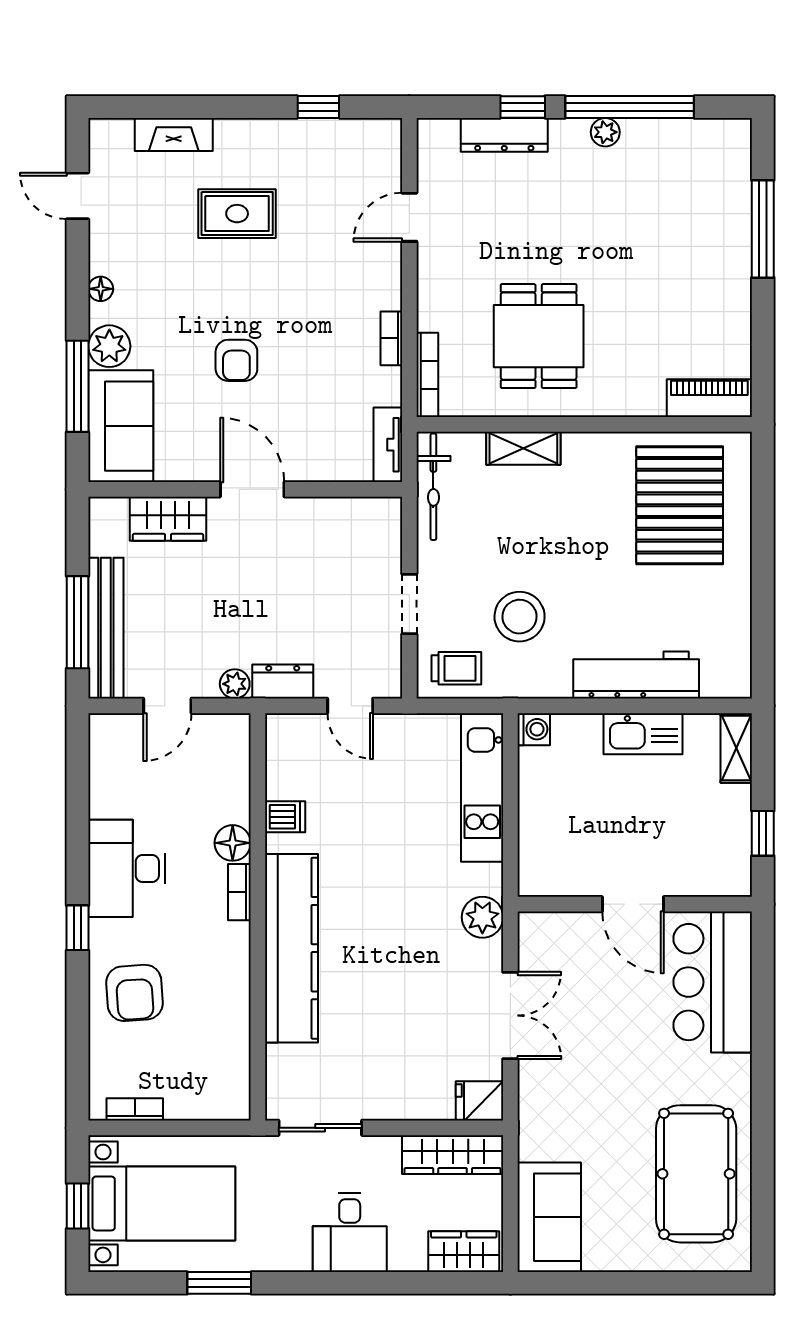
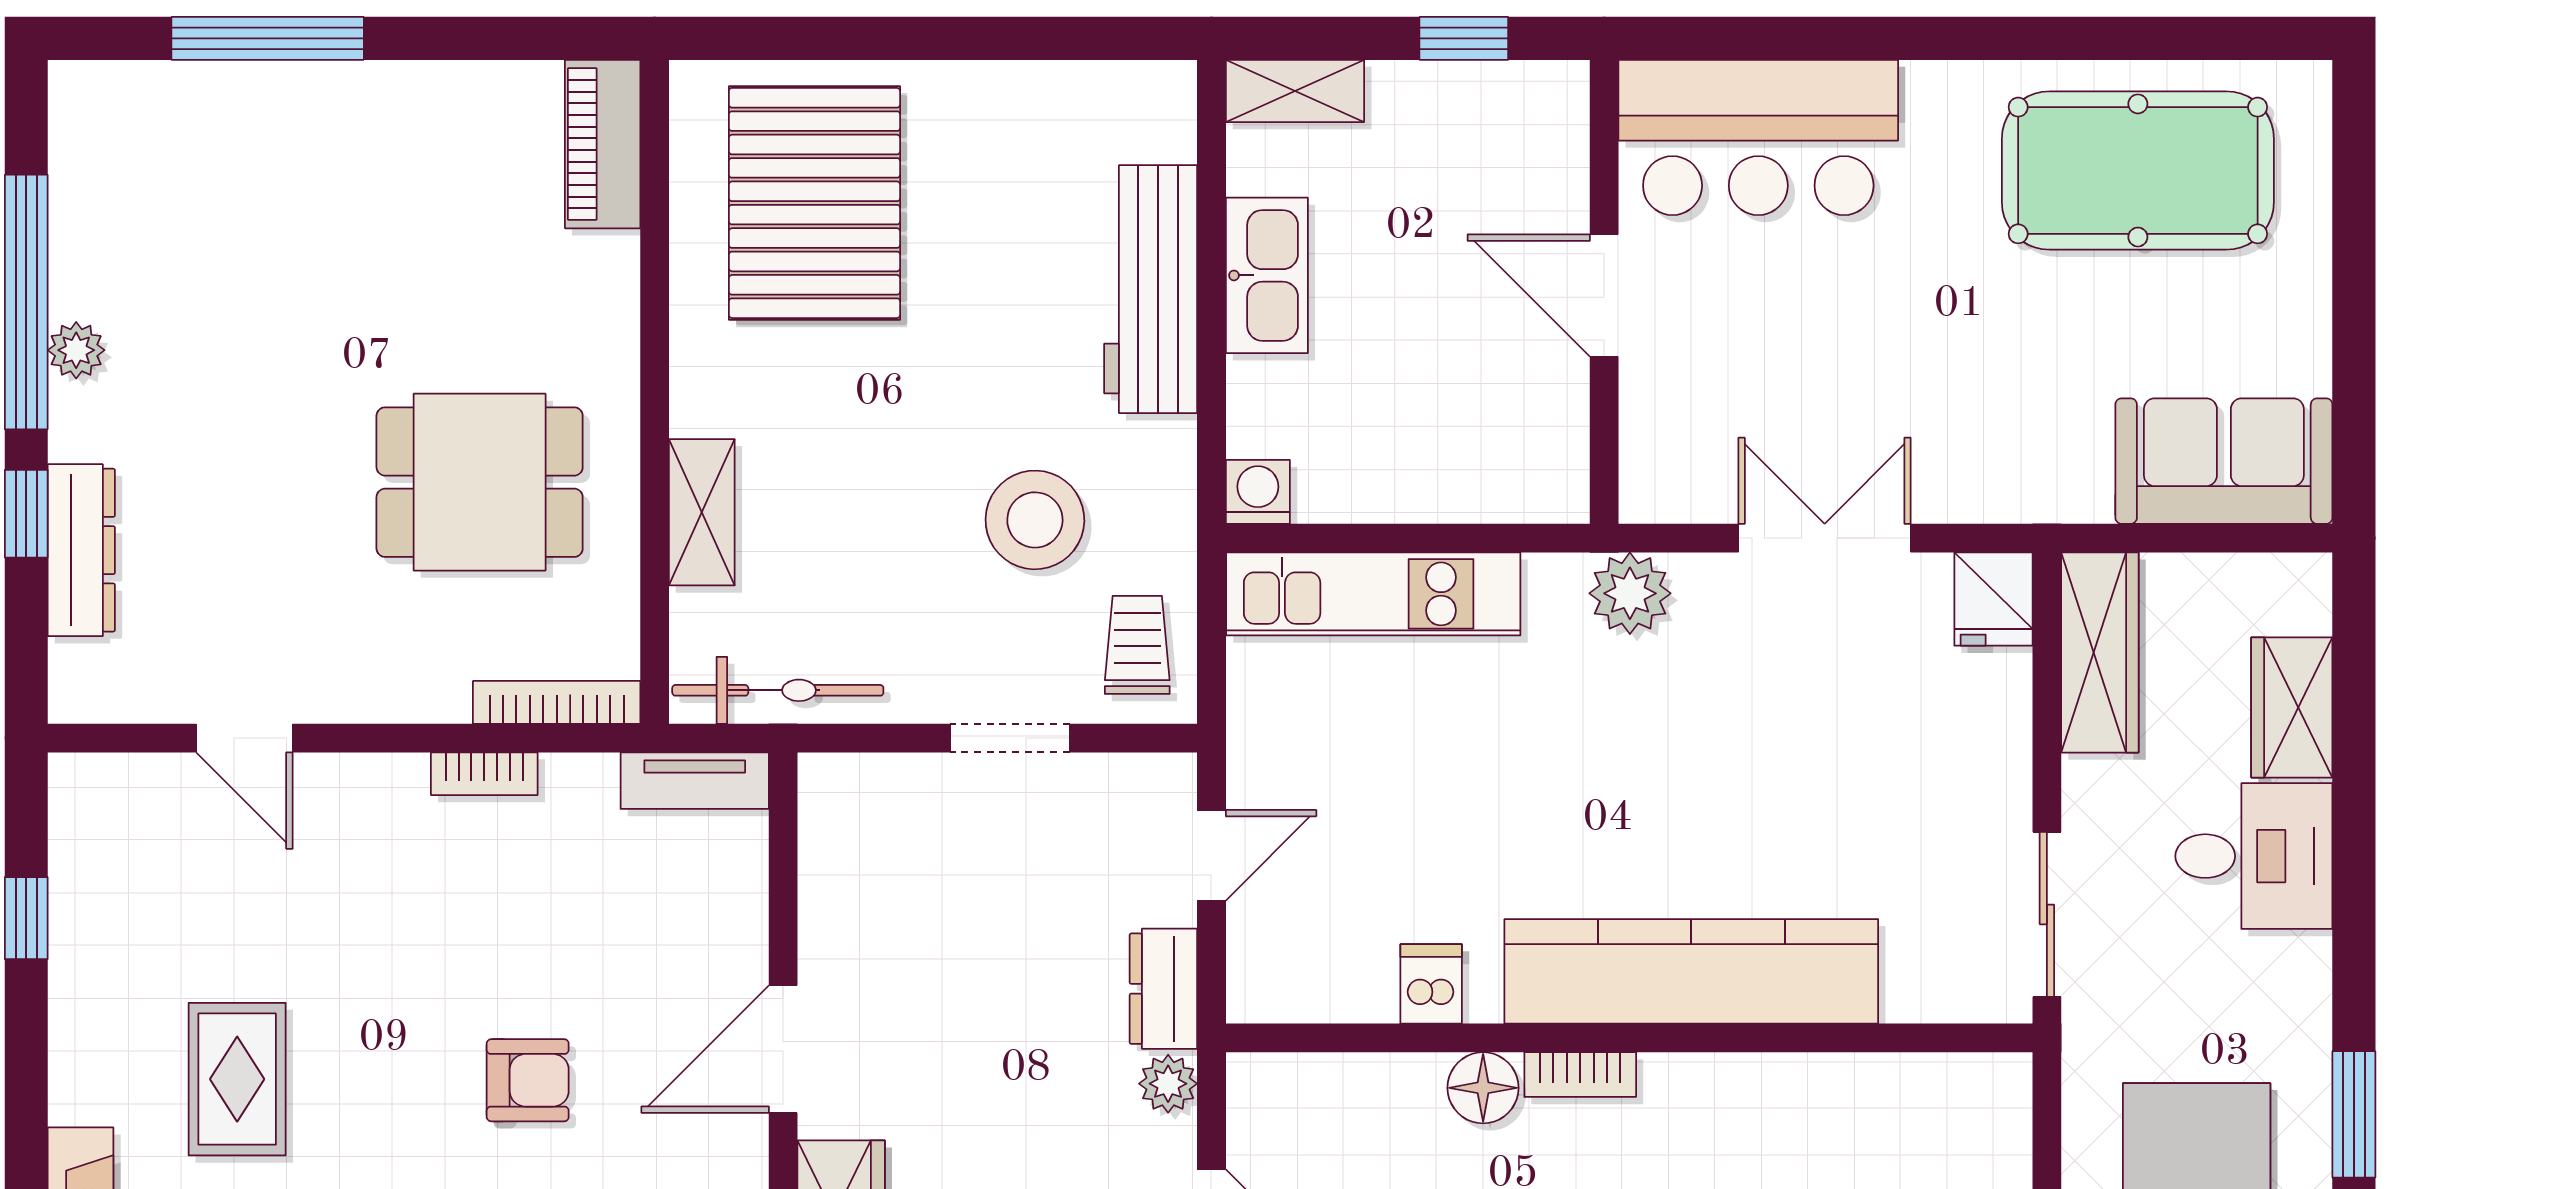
pallet: (680, 505) -> (814, 203), turned 90
door: (633, 904) -> (1604, 296), swing flipped
wardrobe: (464, 1252) -> (2292, 707), moved

